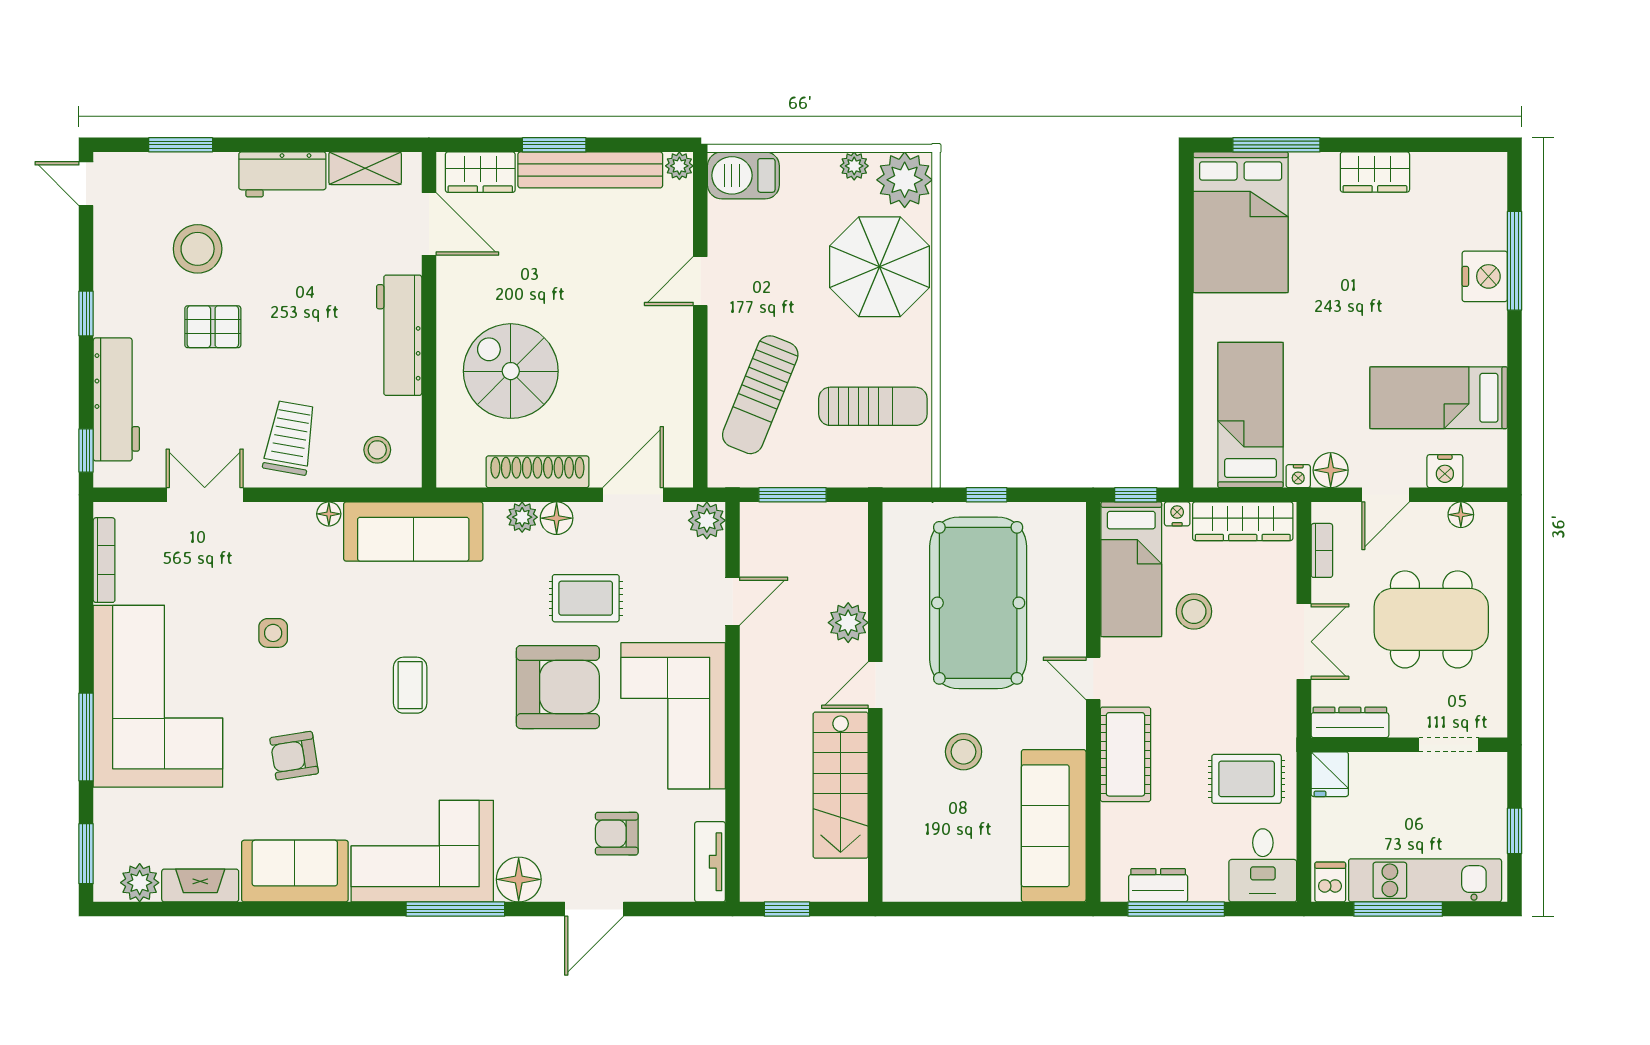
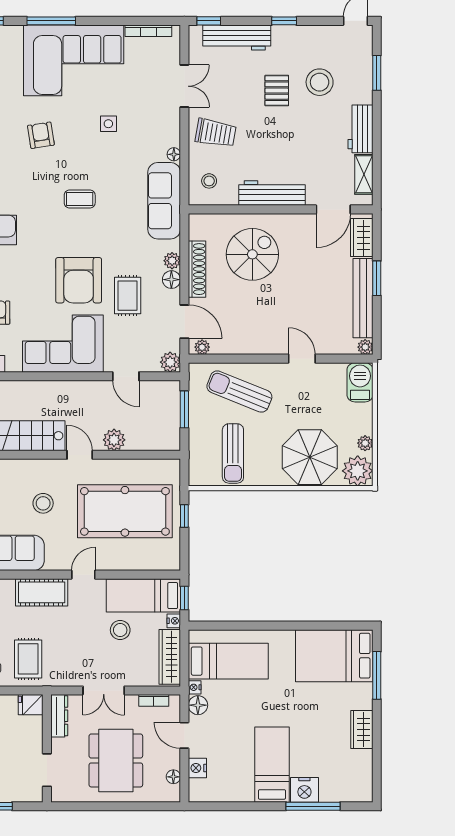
bed: (1439, 398) -> (272, 765), moved
plant: (680, 463) -> (202, 347), added

